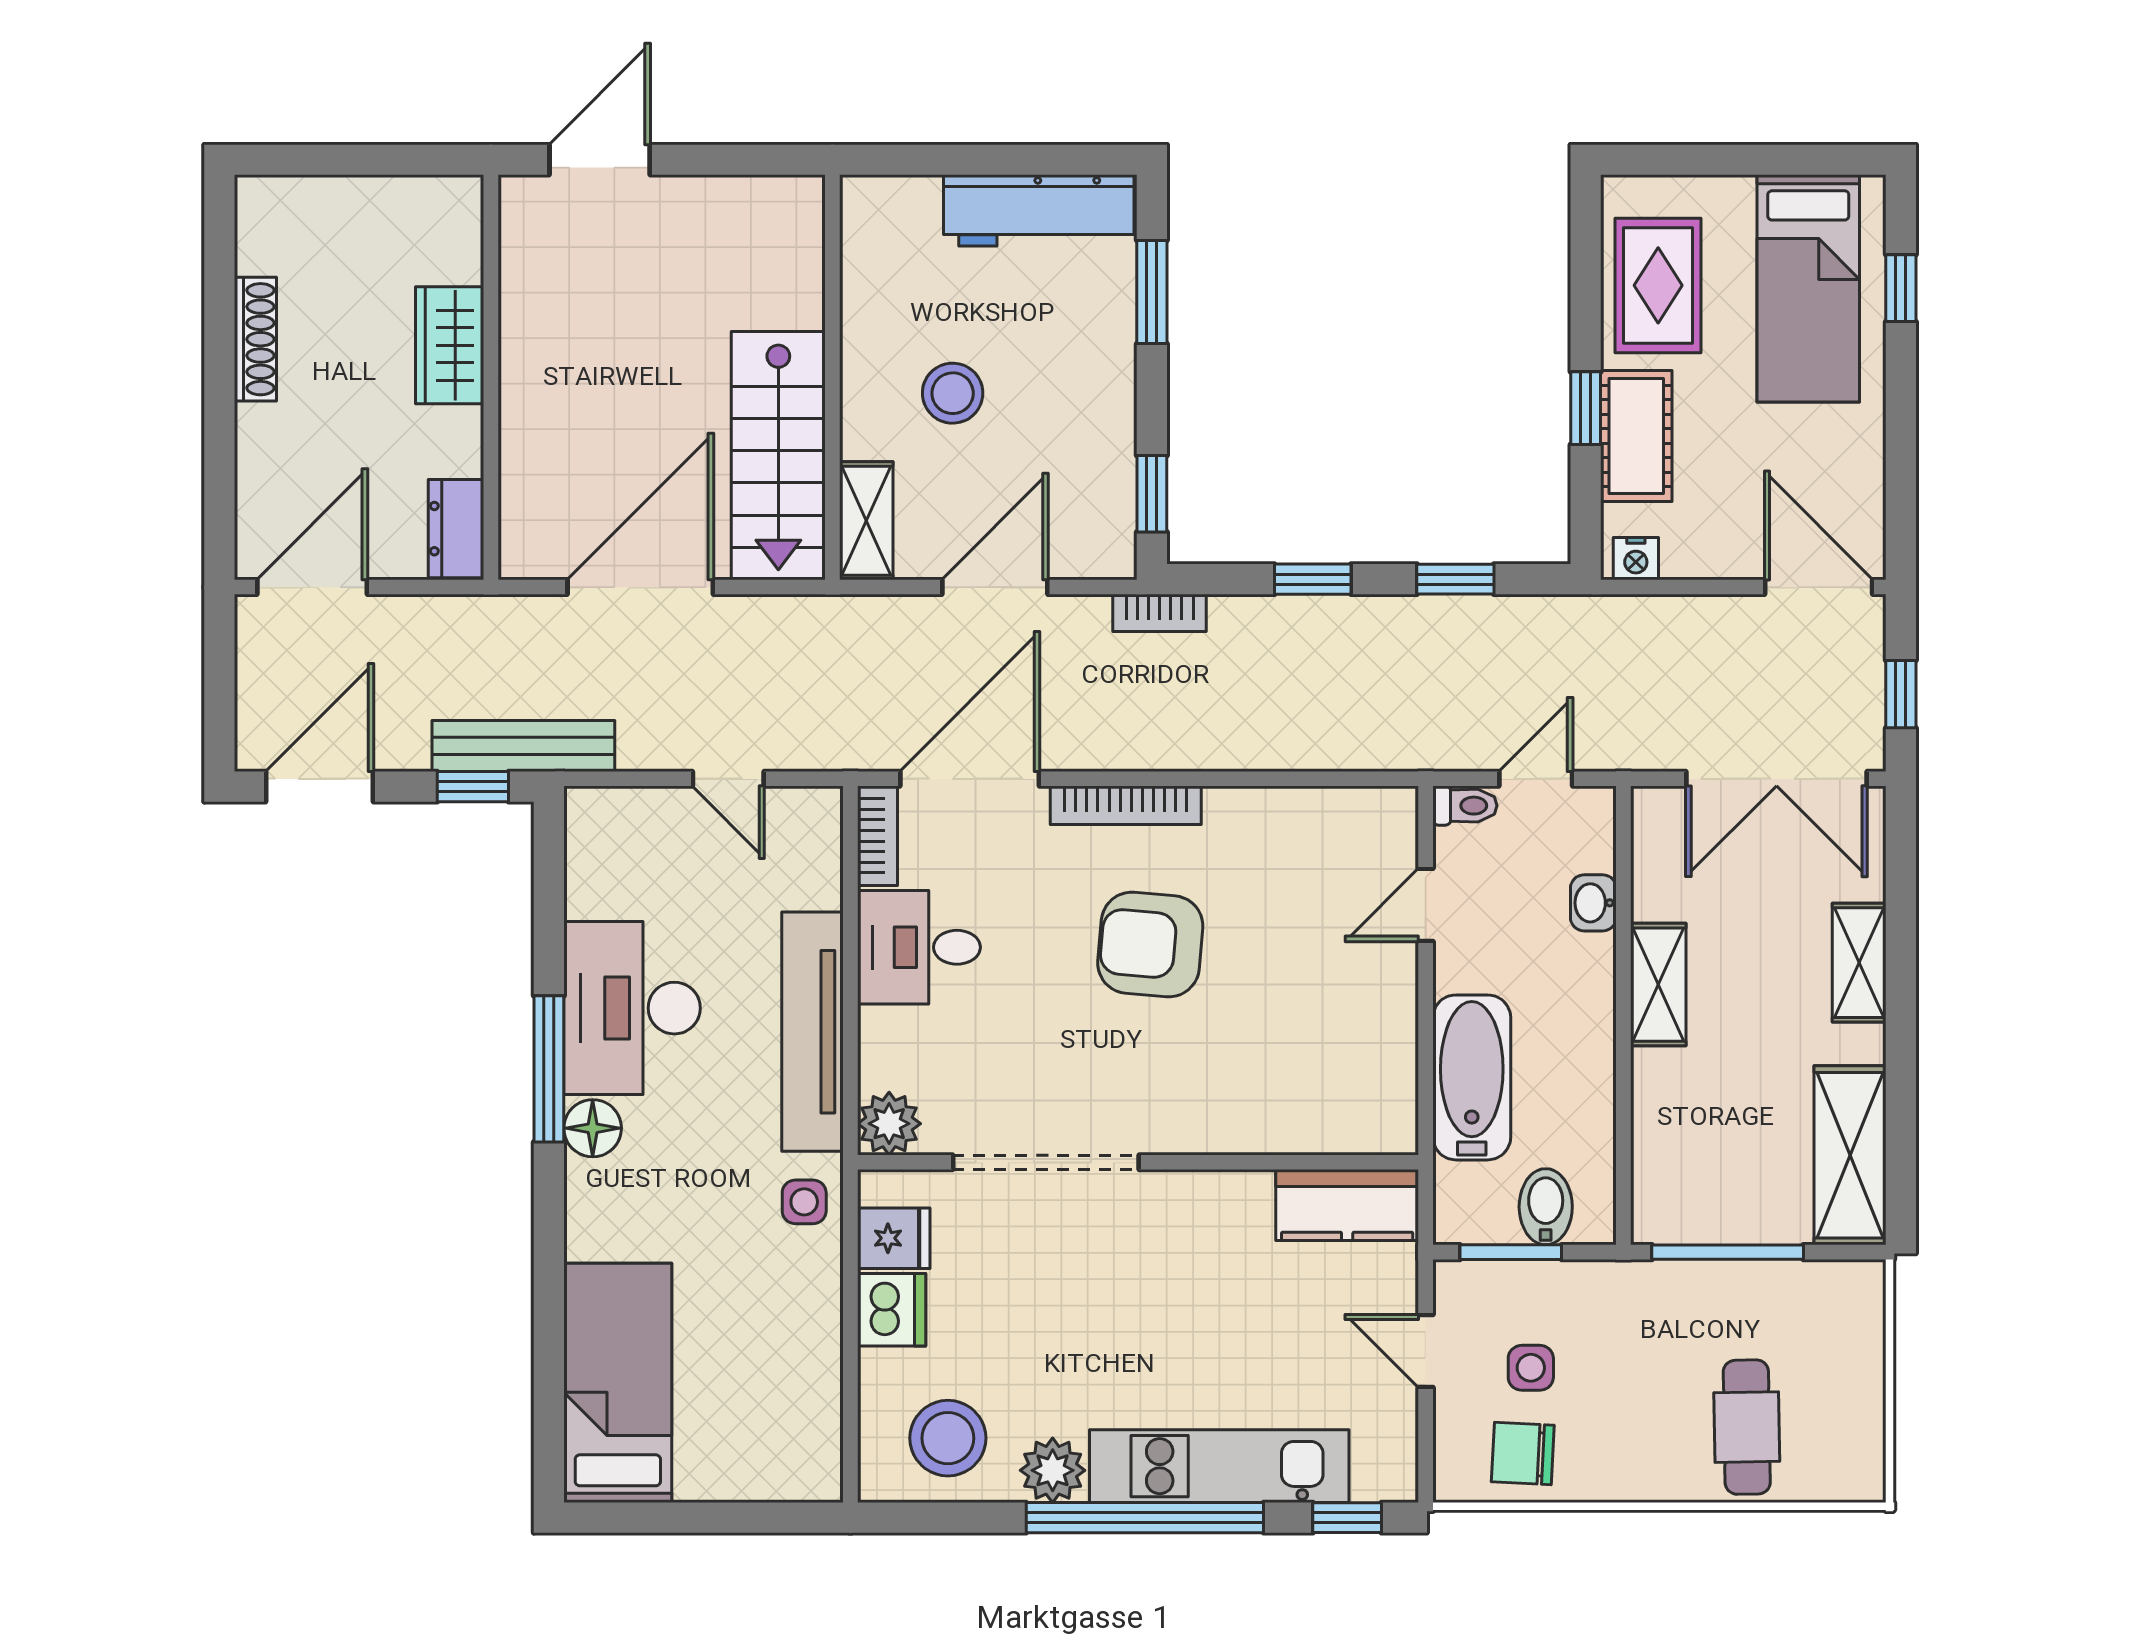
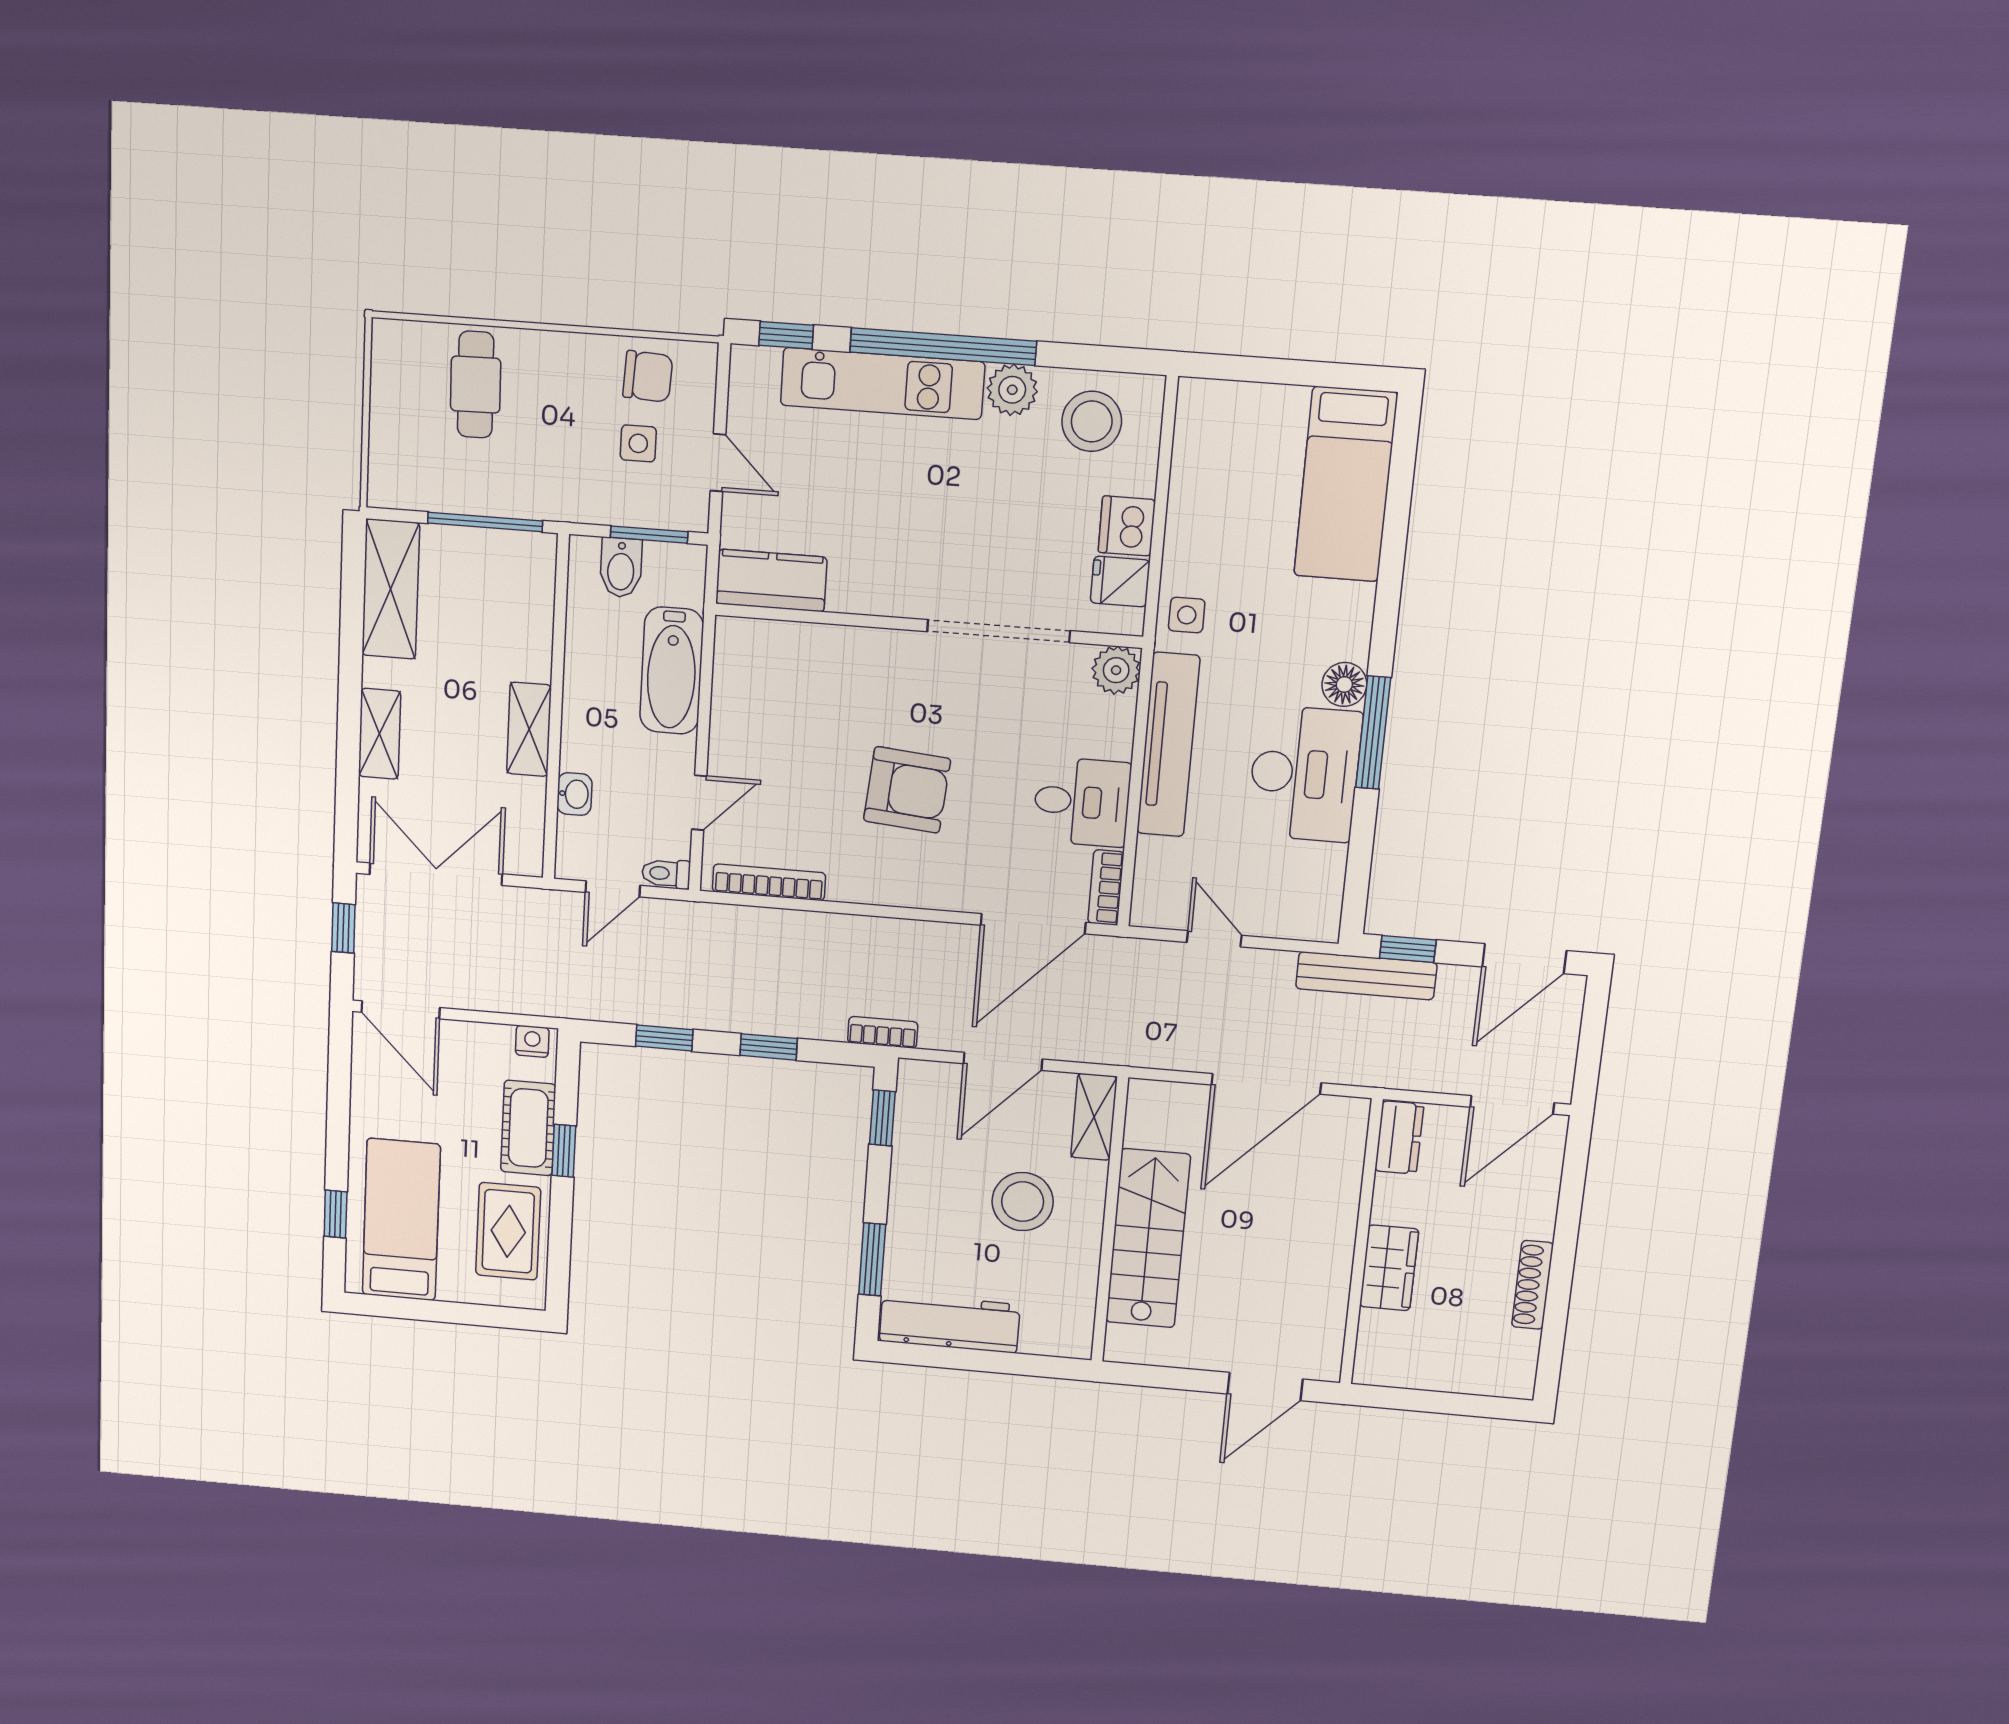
stool: (953, 393) -> (1023, 1202), width x1.38, depth x1.38
stairs: (778, 456) -> (1148, 1238), moved
bookcase: (1126, 805) -> (769, 882), moved

